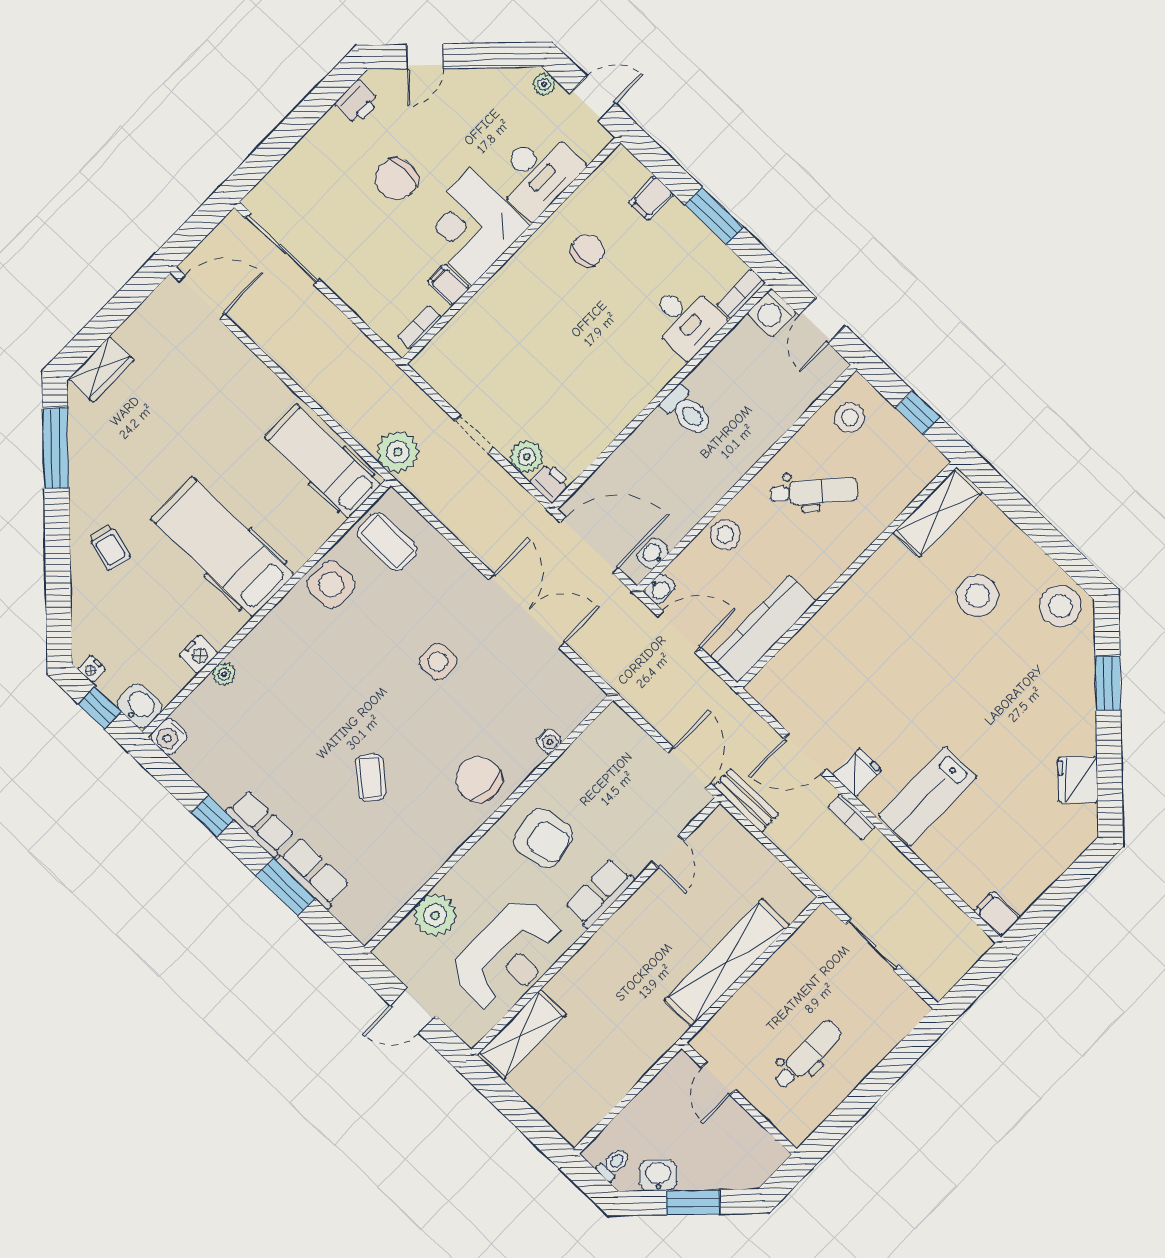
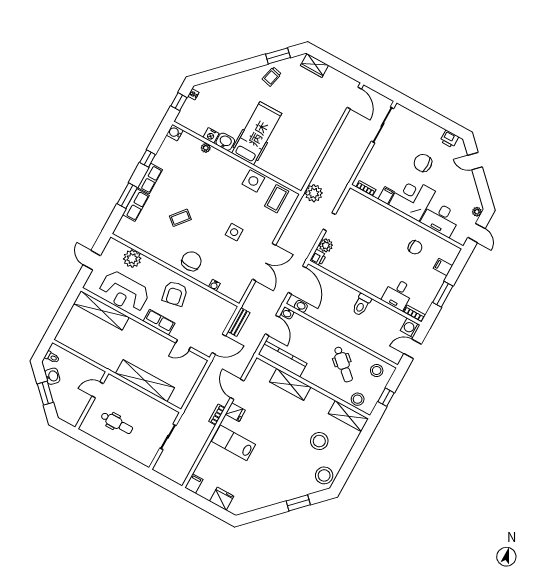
window: (56, 448) -> (278, 56), width x0.69
hospital bed: (322, 461) -> (302, 164), removed
stool: (725, 535) -> (358, 399), moved
trolley: (109, 547) -> (272, 77), moved
shelving: (828, 627) -> (290, 384), added
washbasin: (140, 706) -> (225, 142), moved, turned -90
fridge: (1078, 780) -> (222, 499), moved, turned 45
bench: (746, 800) -> (239, 322), moved
shelving: (522, 1035) -> (101, 310), width x1.47

